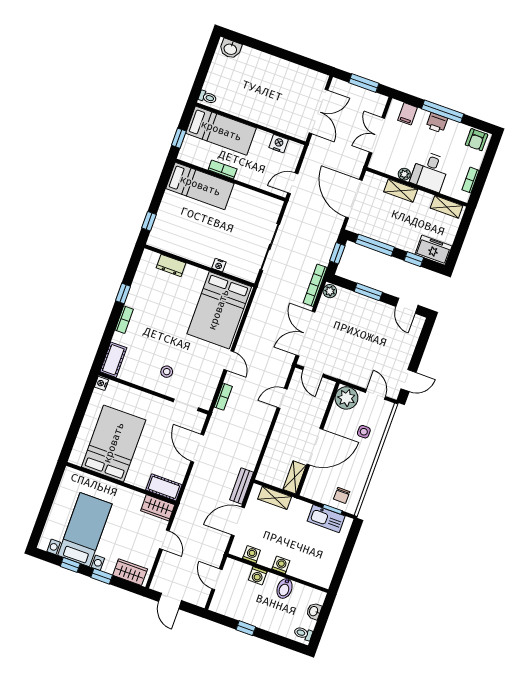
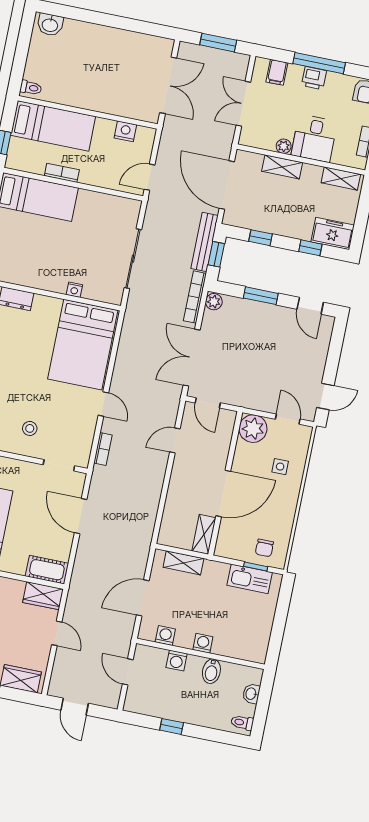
window: (375, 245) -> (260, 238), width x0.46
bench: (242, 486) -> (205, 242), moved, width x1.36

